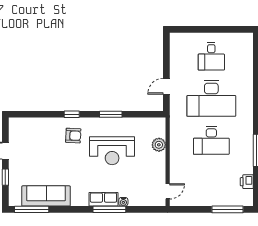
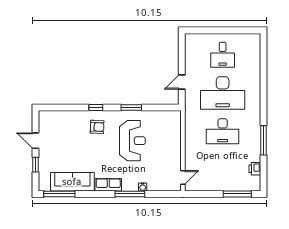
plant: (159, 145) -> (175, 135), removed
reception desk: (112, 151) -> (132, 141), turned -90
row of seats: (103, 199) -> (108, 185), moved

